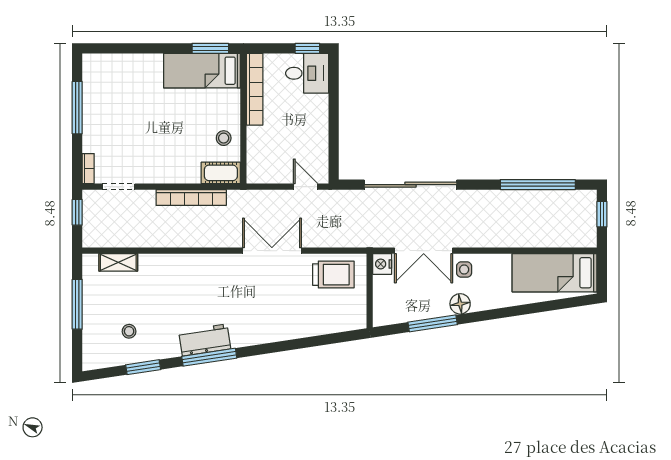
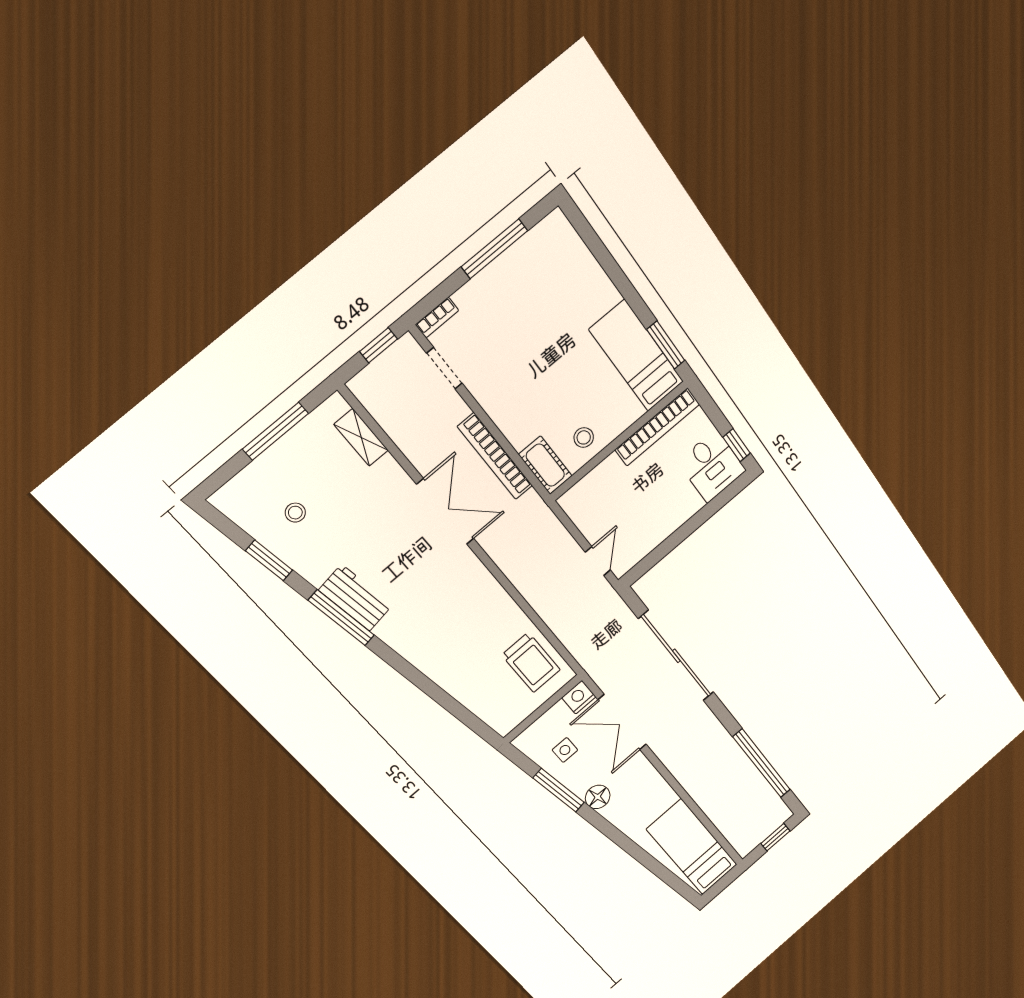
double door: (272, 251) -> (445, 512), moved
side table: (464, 270) -> (565, 750), moved

